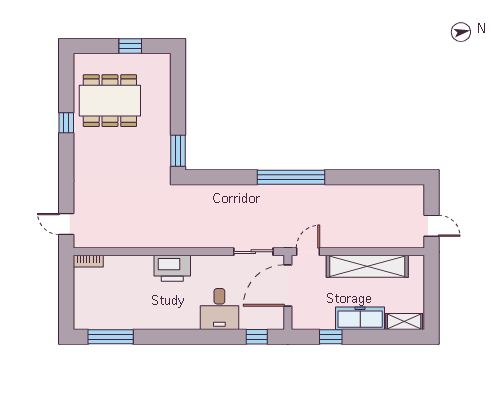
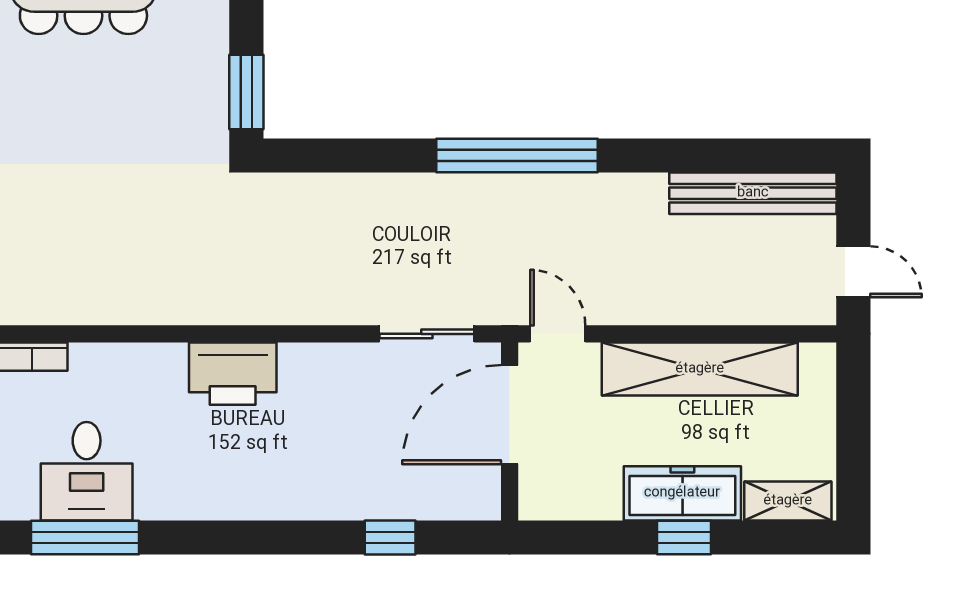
bench: (389, 193) -> (753, 193), added
door: (308, 252) -> (558, 334), hinge flipped
desk: (219, 309) -> (87, 471), moved
window: (257, 337) -> (390, 538), moved
window: (331, 337) -> (684, 538), moved

